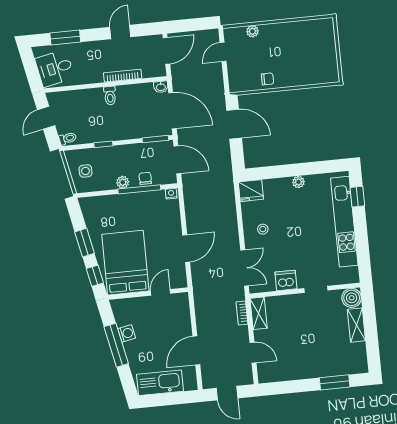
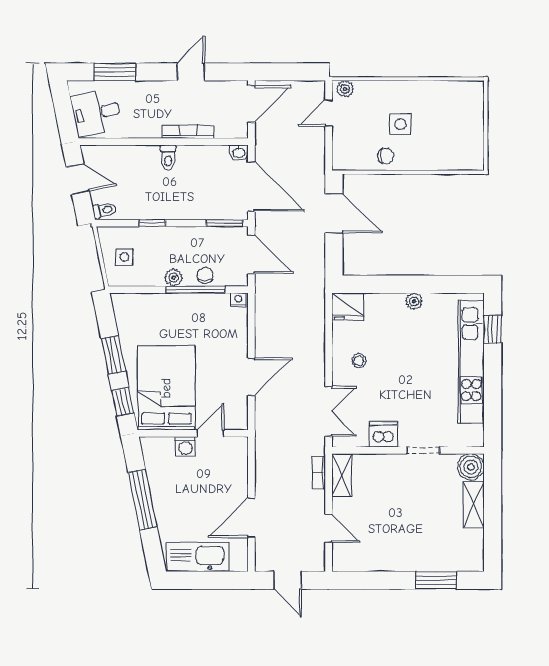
plant: (252, 31) -> (345, 89), moved
side table: (276, 55) -> (400, 124), added
door: (46, 118) -> (78, 179), swing flipped
washing machine: (127, 333) -> (185, 446), moved, turned 101

